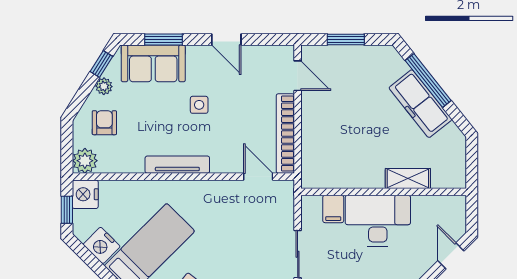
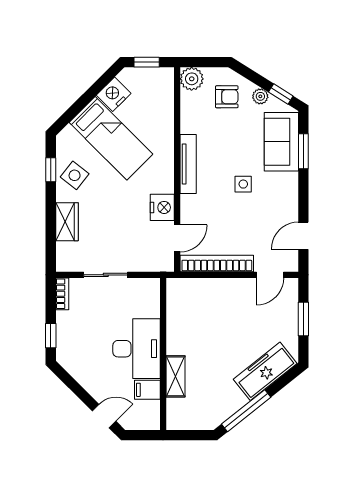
door: (226, 39) -> (303, 236), moved
window: (428, 80) -> (246, 411), moved
freezer: (420, 104) -> (265, 371), moved
nightstand: (85, 194) -> (162, 207), moved, turned 90
filing cabinet: (333, 209) -> (147, 390), moved

